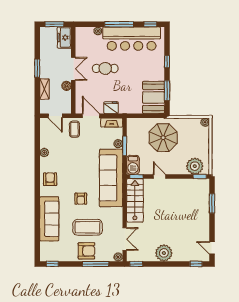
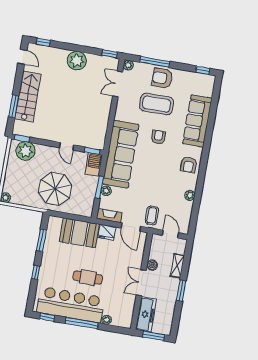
freezer: (64, 38) -> (146, 314), width x1.40
cafe table: (105, 68) -> (88, 278), moved
booth: (154, 98) -> (79, 233), moved, turned 90
stairs: (135, 200) -> (28, 96), moved, turned 180

